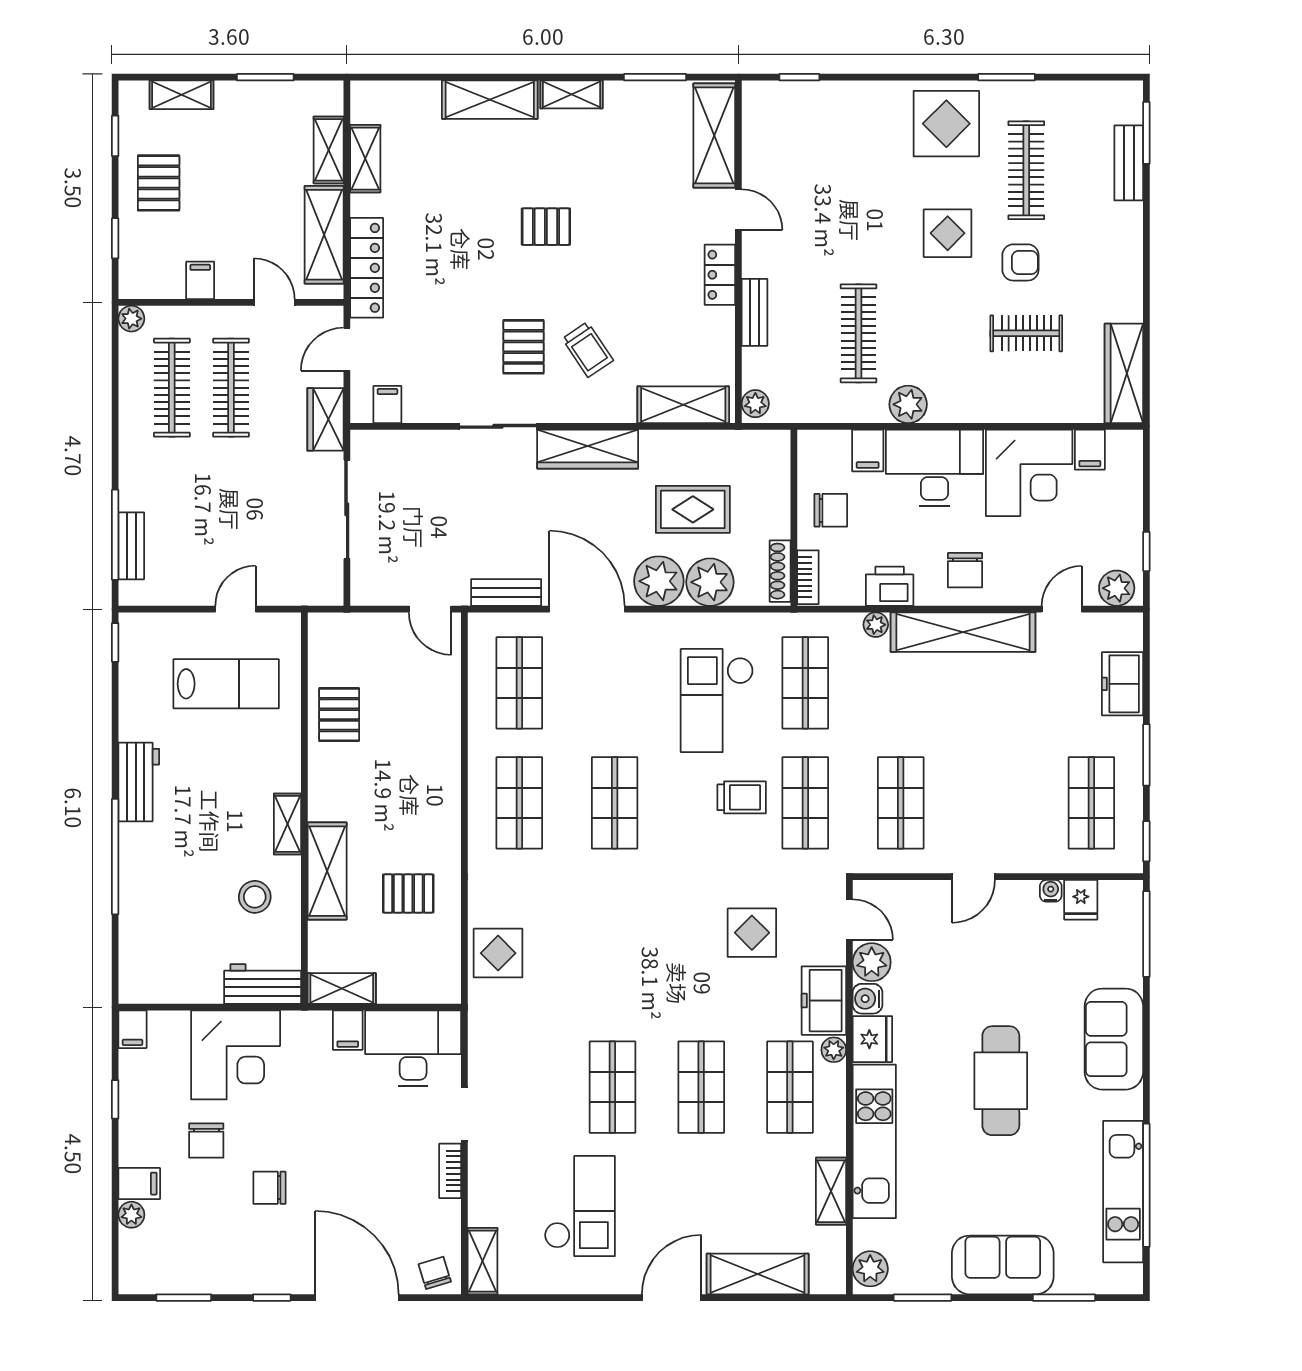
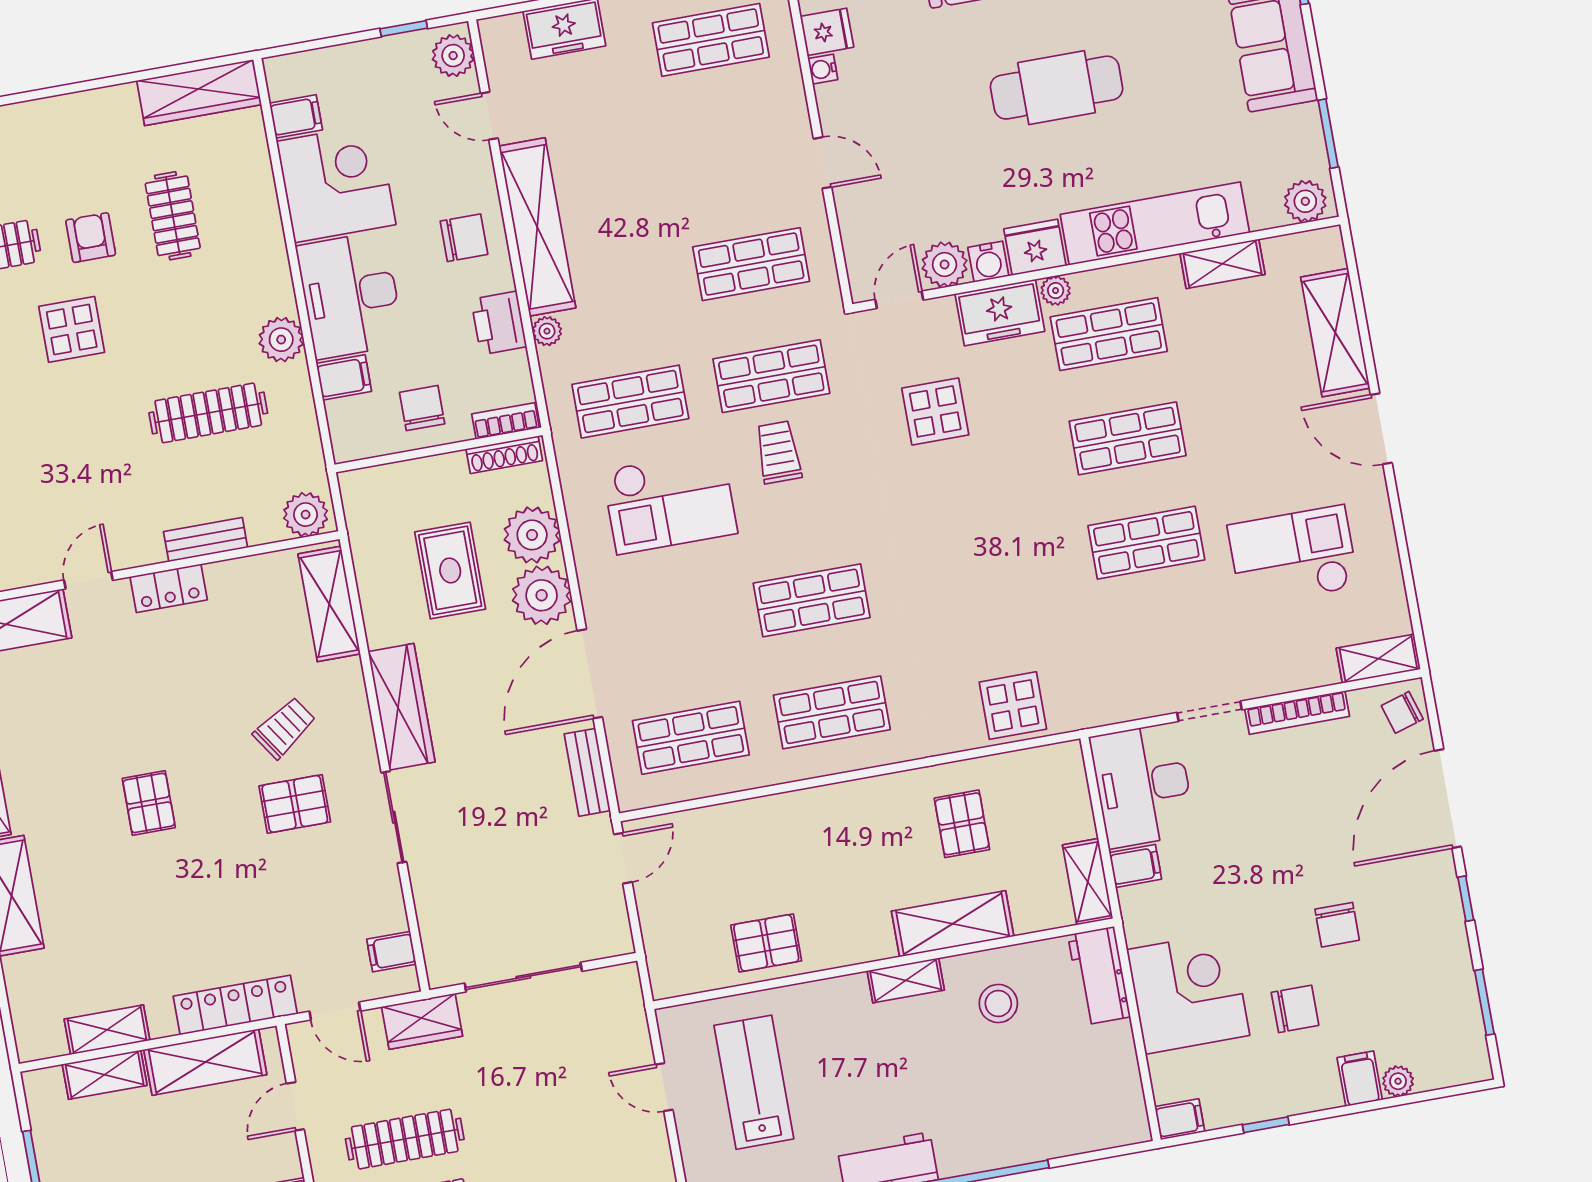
plant: (755, 404) -> (306, 515), width x1.38, depth x1.38
bookcase: (450, 1171) -> (1297, 713), width x1.56

